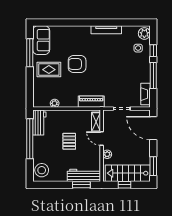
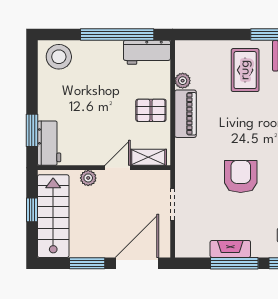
armchair: (77, 64) -> (241, 176), moved
fireplace: (146, 94) -> (230, 249), moved
piano: (91, 102) -> (185, 114), moved
pallet: (69, 141) -> (151, 110), moved
window: (153, 166) -> (87, 263), moved
workbench: (84, 175) -> (49, 143), width x0.73

